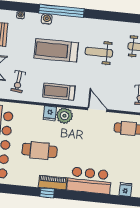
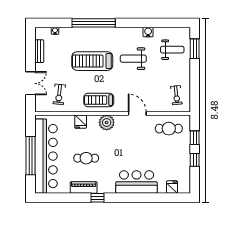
water cooler: (47, 19) -> (148, 32), moved
fridge: (50, 113) -> (81, 122), moved
cafe table: (39, 151) -> (86, 158), width x0.73, depth x0.74
piano: (53, 183) -> (84, 187), moved

